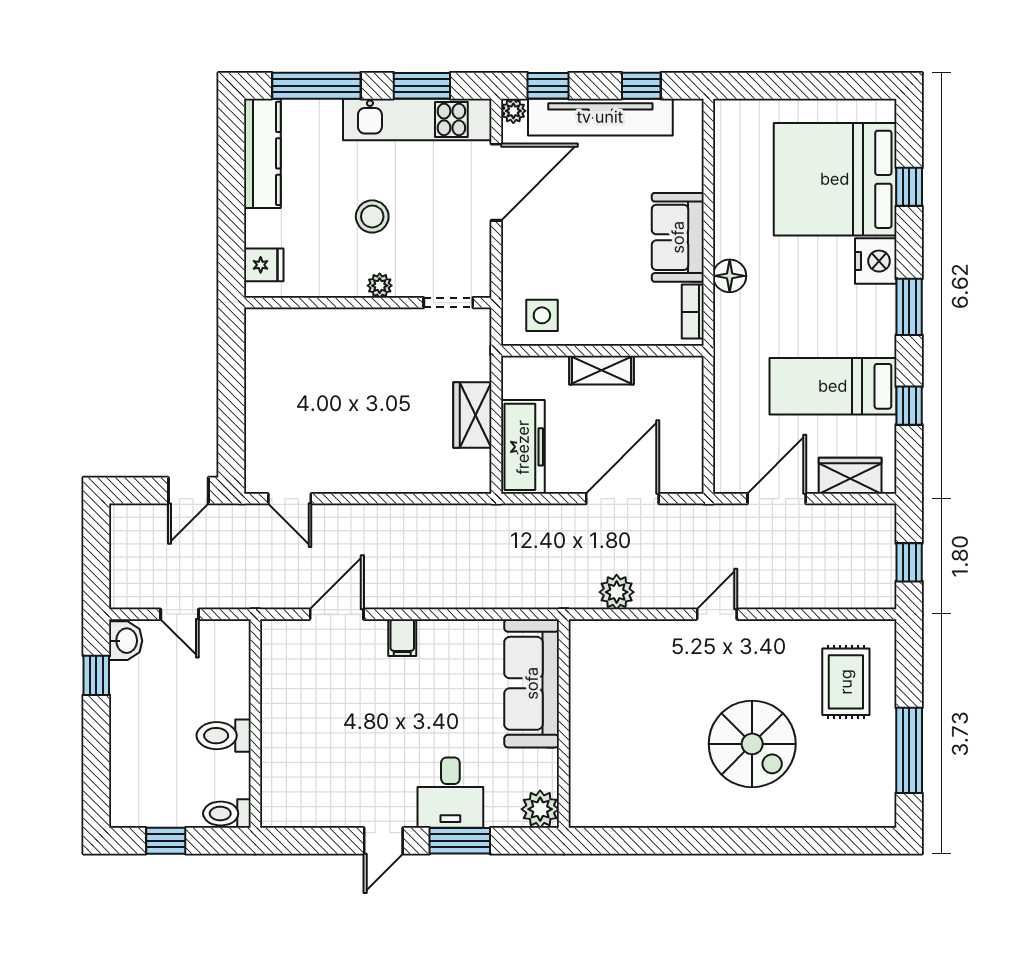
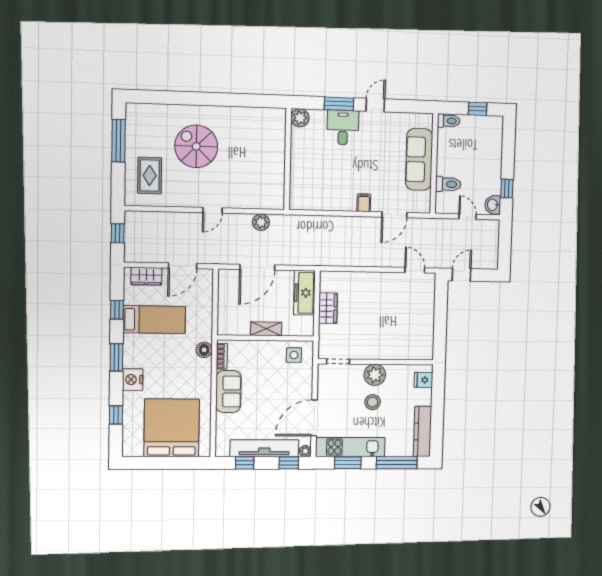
bed: (835, 179) -> (172, 428), moved, turned -90
floor lamp: (730, 276) -> (204, 350), moved
plant: (380, 286) -> (375, 375), width x1.88, depth x1.88
sofa: (532, 683) -> (419, 159), moved, turned 180
toilet: (224, 736) -> (448, 184), moved

